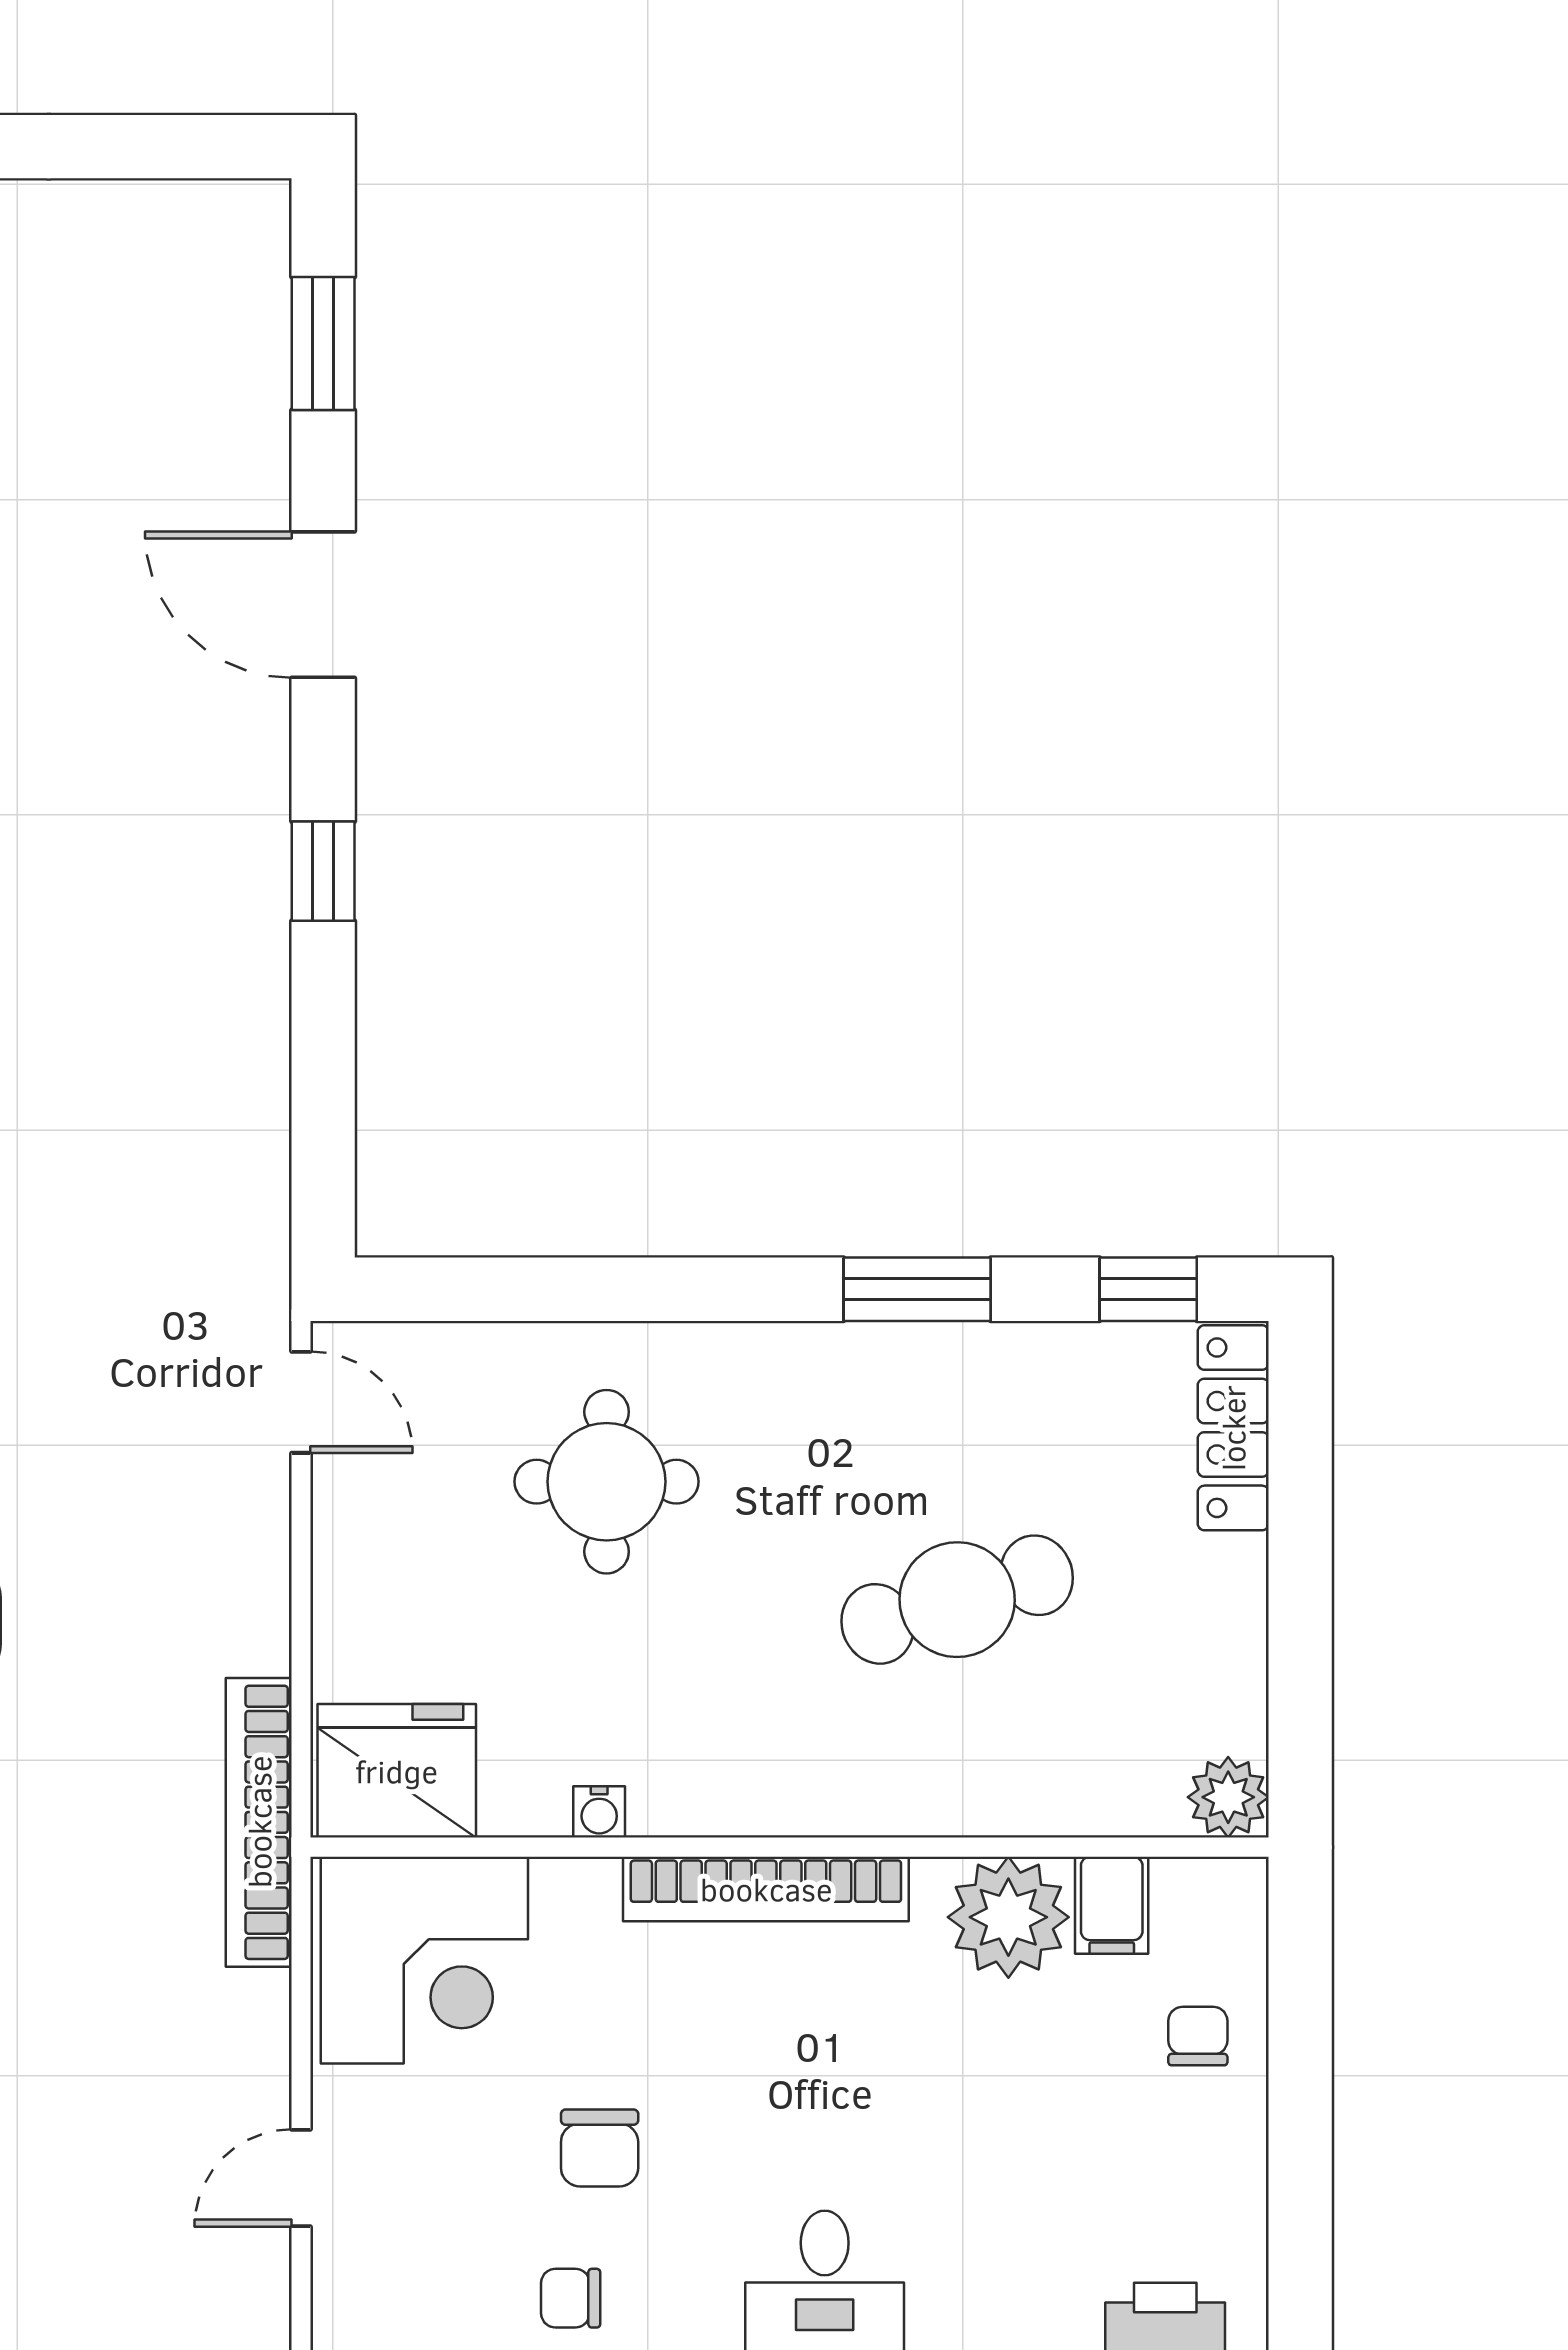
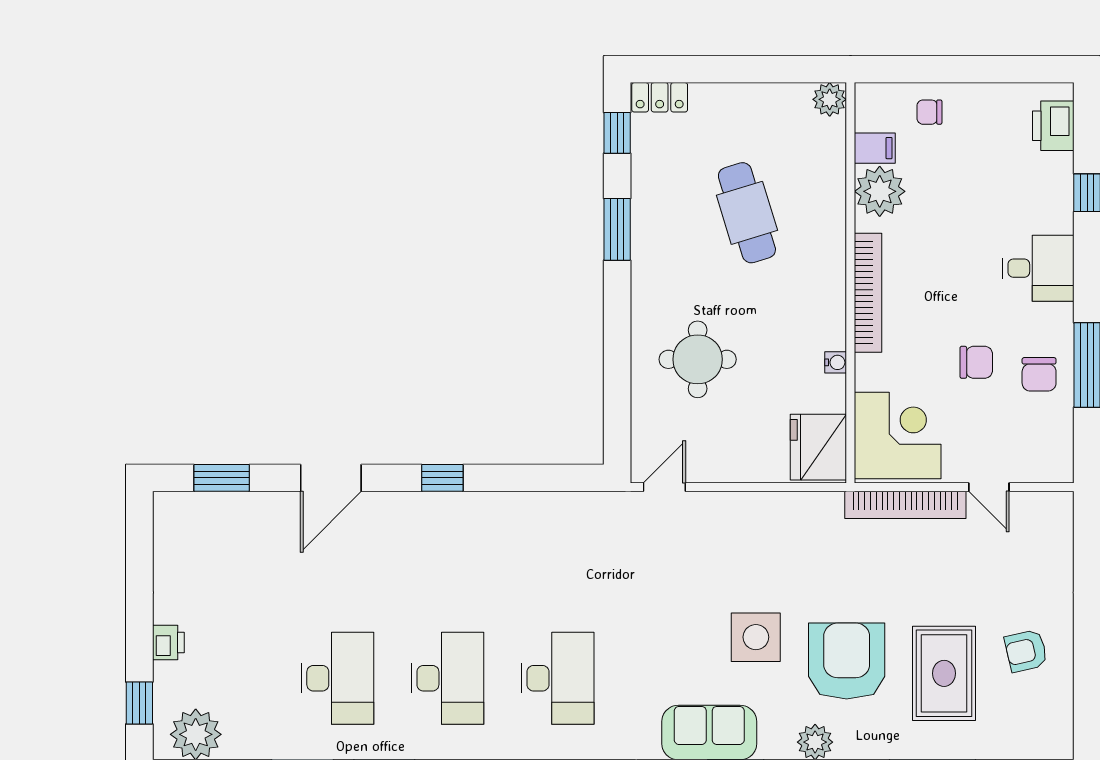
locker: (1233, 1428) -> (660, 97), width x0.66
bookcase: (259, 1822) -> (905, 505), moved
chair: (571, 2298) -> (1039, 374), width x1.37, depth x1.37

